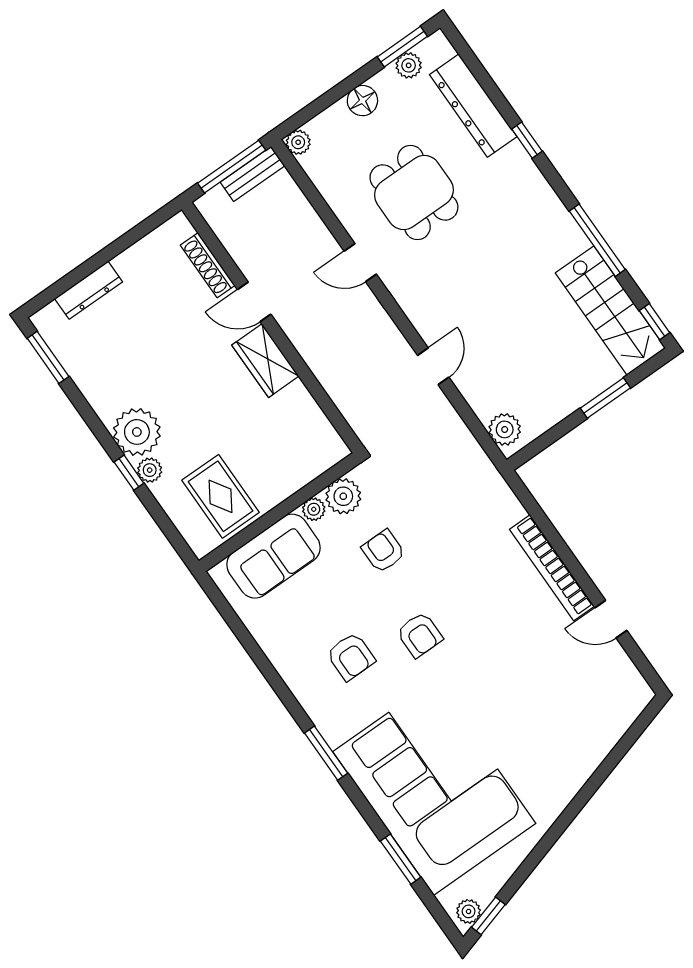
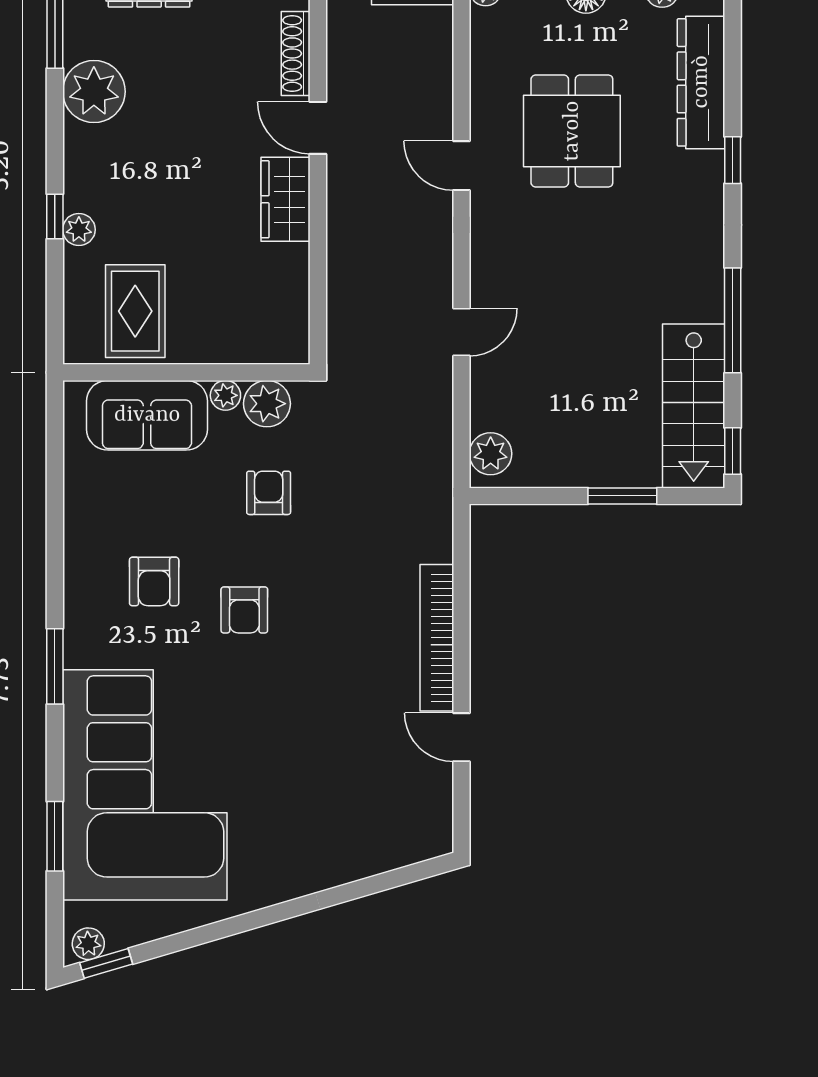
plant: (137, 432) -> (94, 92), moved

